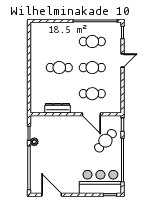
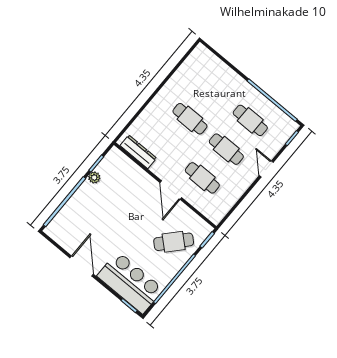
door: (123, 60) -> (266, 169), swing flipped
dresser: (57, 108) -> (138, 152), moved
door: (91, 114) -> (171, 190), moved
door: (52, 195) -> (82, 266), moved

